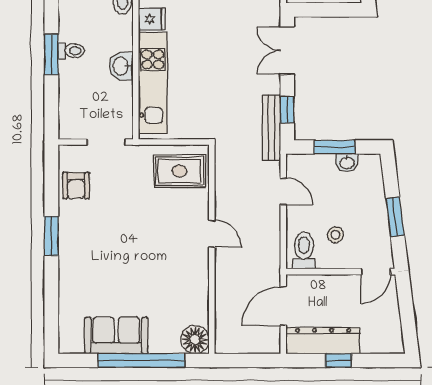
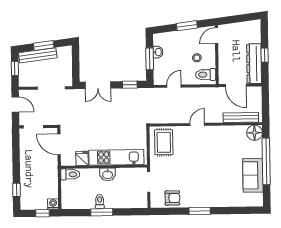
bench: (271, 128) -> (241, 117), moved
door: (376, 272) -> (216, 36), swing flipped

